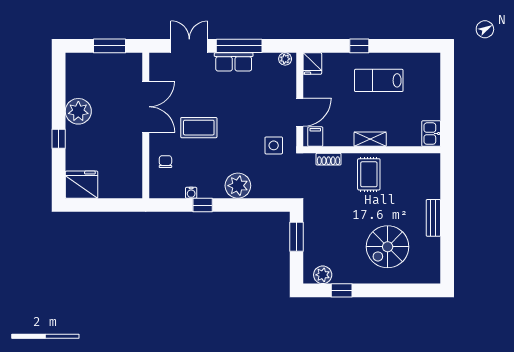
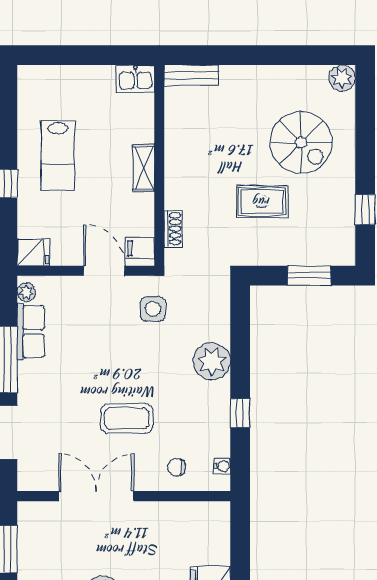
row of seats: (234, 62) -> (31, 332), moved
coffee table: (199, 128) -> (127, 419), turned 90
rug: (369, 174) -> (262, 202), moved
water cooler: (191, 193) -> (222, 466), moved
bench: (433, 218) -> (191, 75), moved
window: (296, 237) -> (309, 276), moved
plant: (323, 275) -> (342, 78), moved

